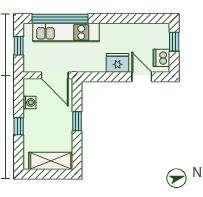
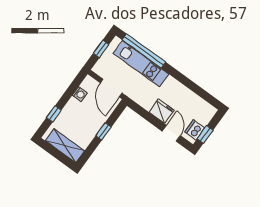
window: (174, 42) -> (205, 134), moved
window: (19, 126) -> (54, 114), moved

